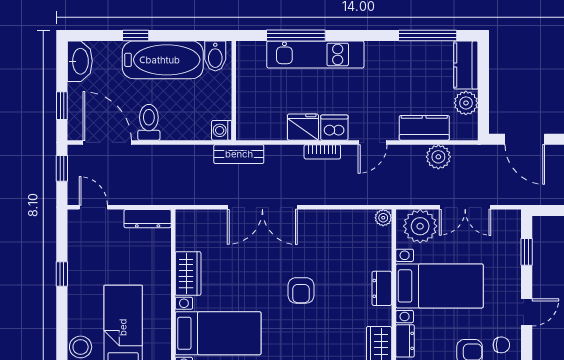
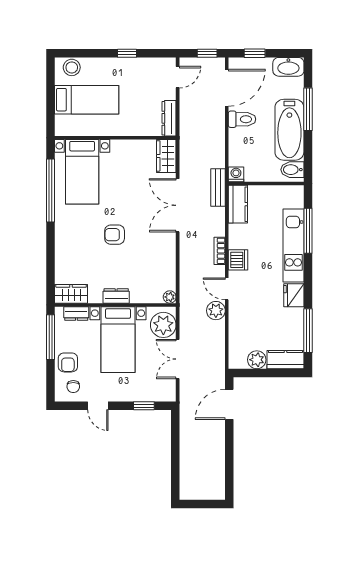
window: (136, 35) -> (308, 109), width x2.17
fridge: (303, 127) -> (294, 295), moved, turned 180
kitchen counter: (424, 128) -> (238, 204), moved
plant: (438, 157) -> (216, 311), moved
wardrobe: (188, 273) -> (166, 156), moved, turned 90

